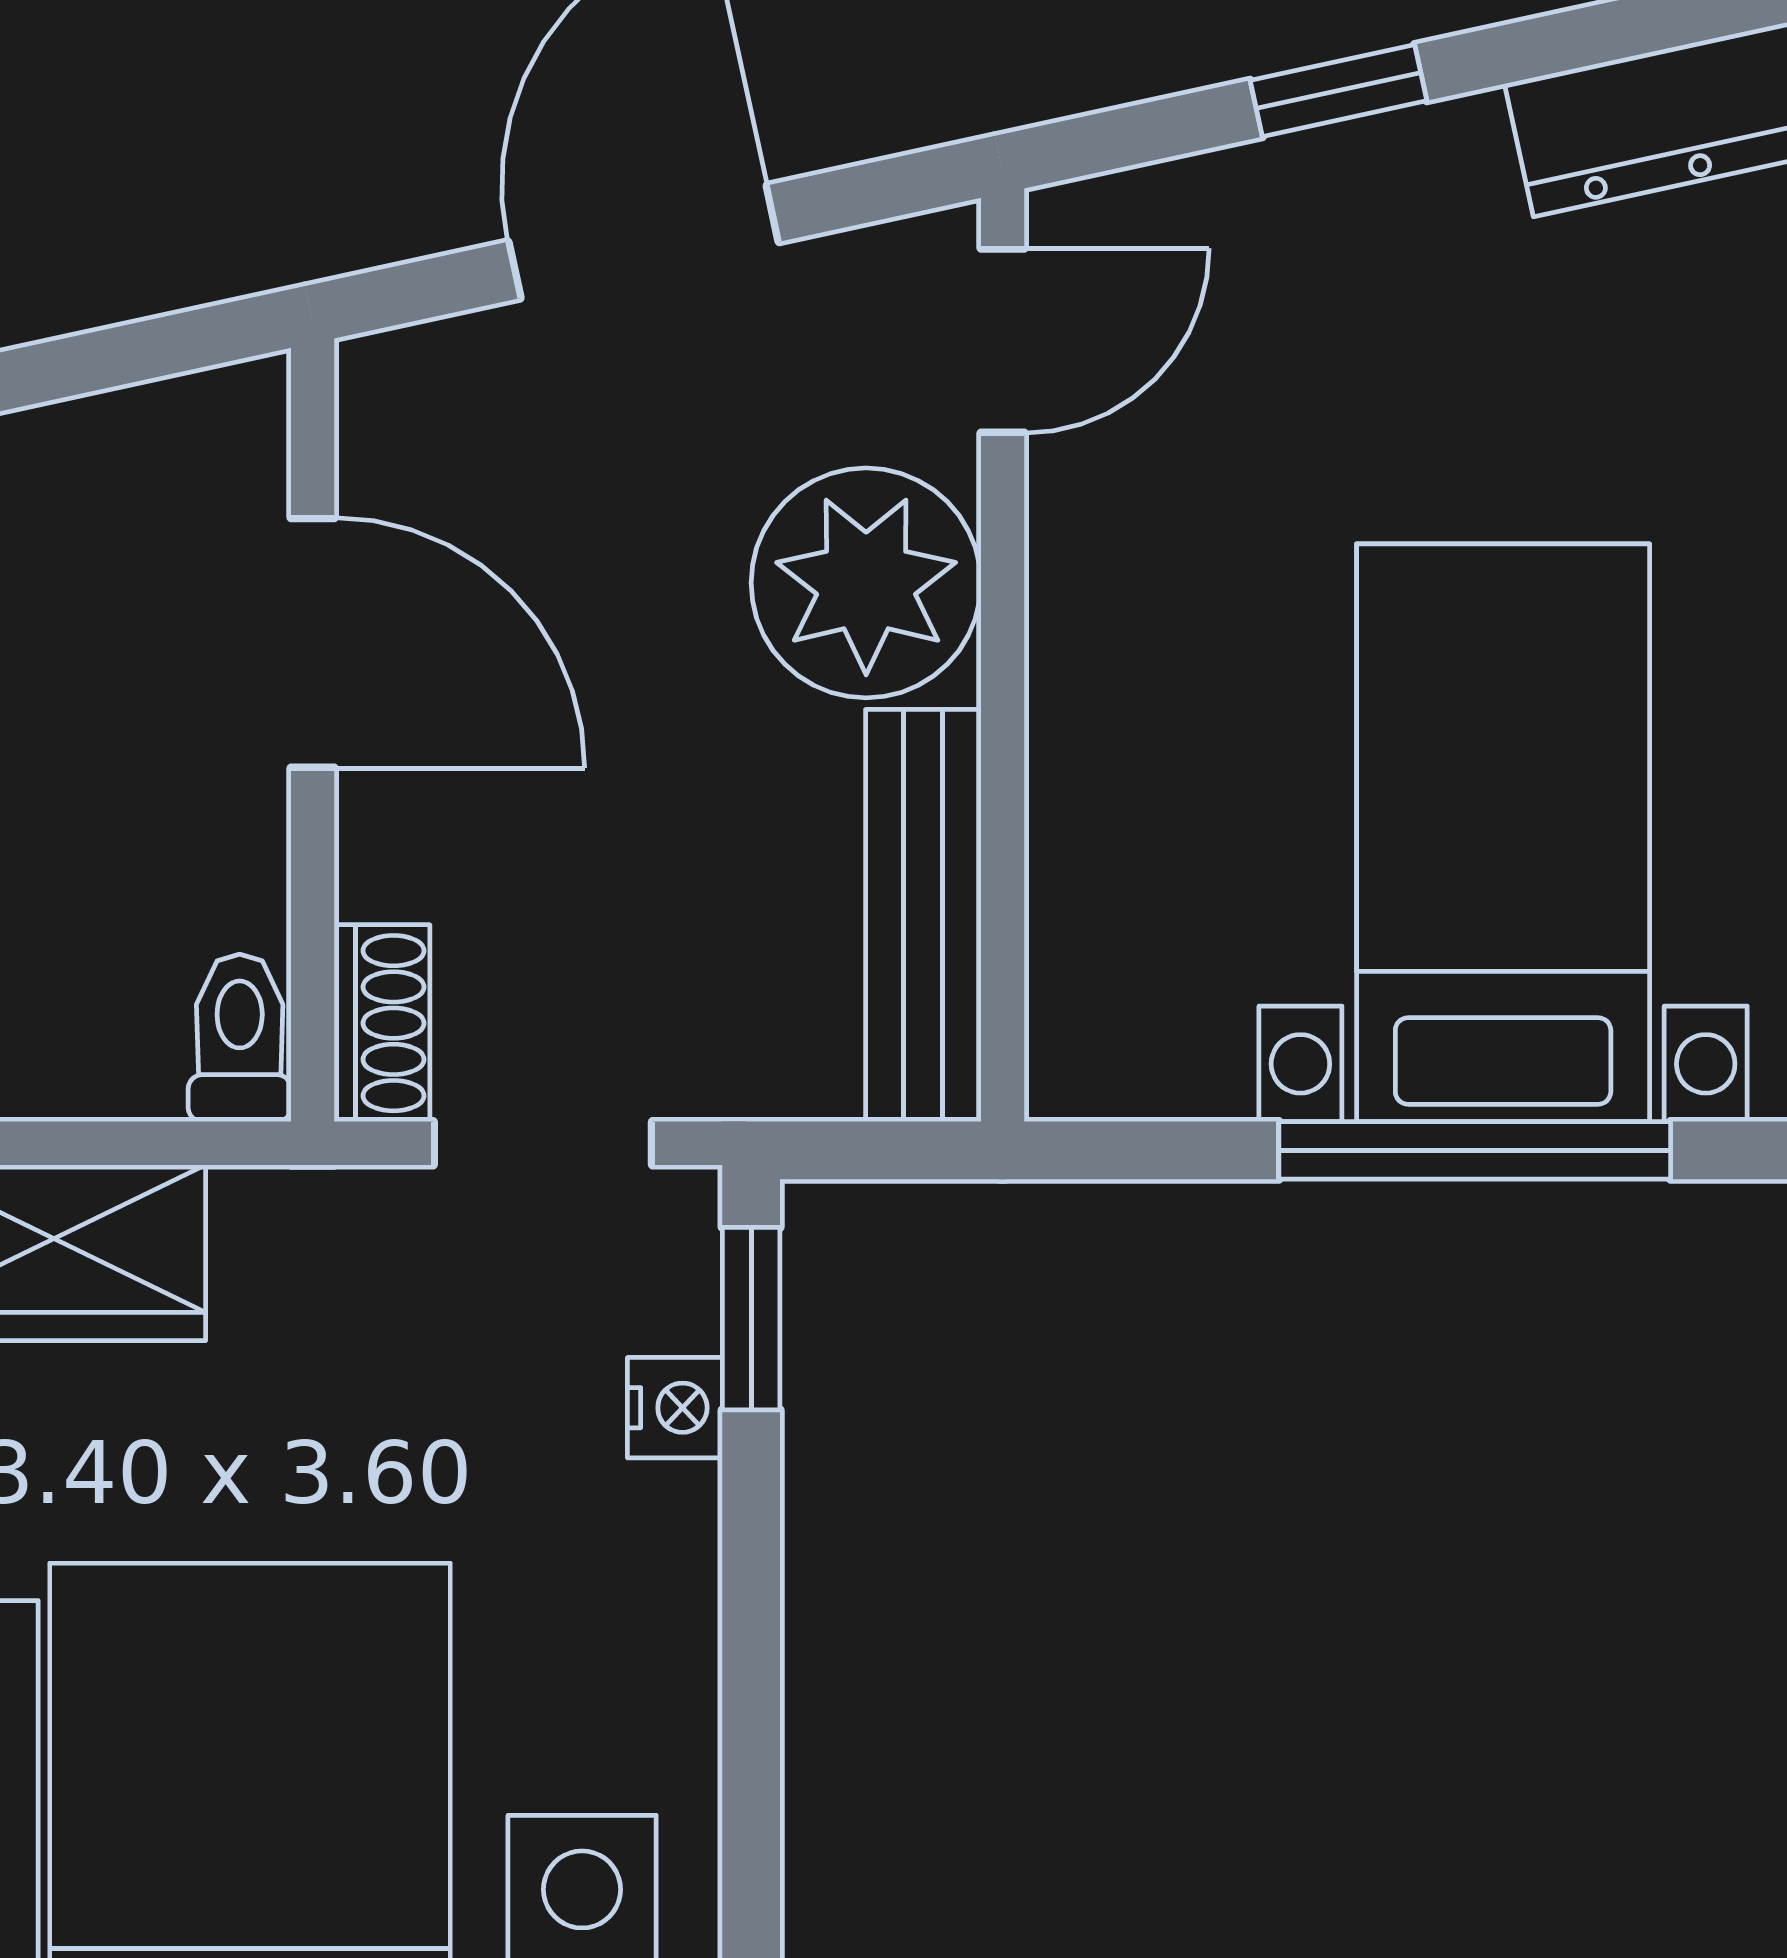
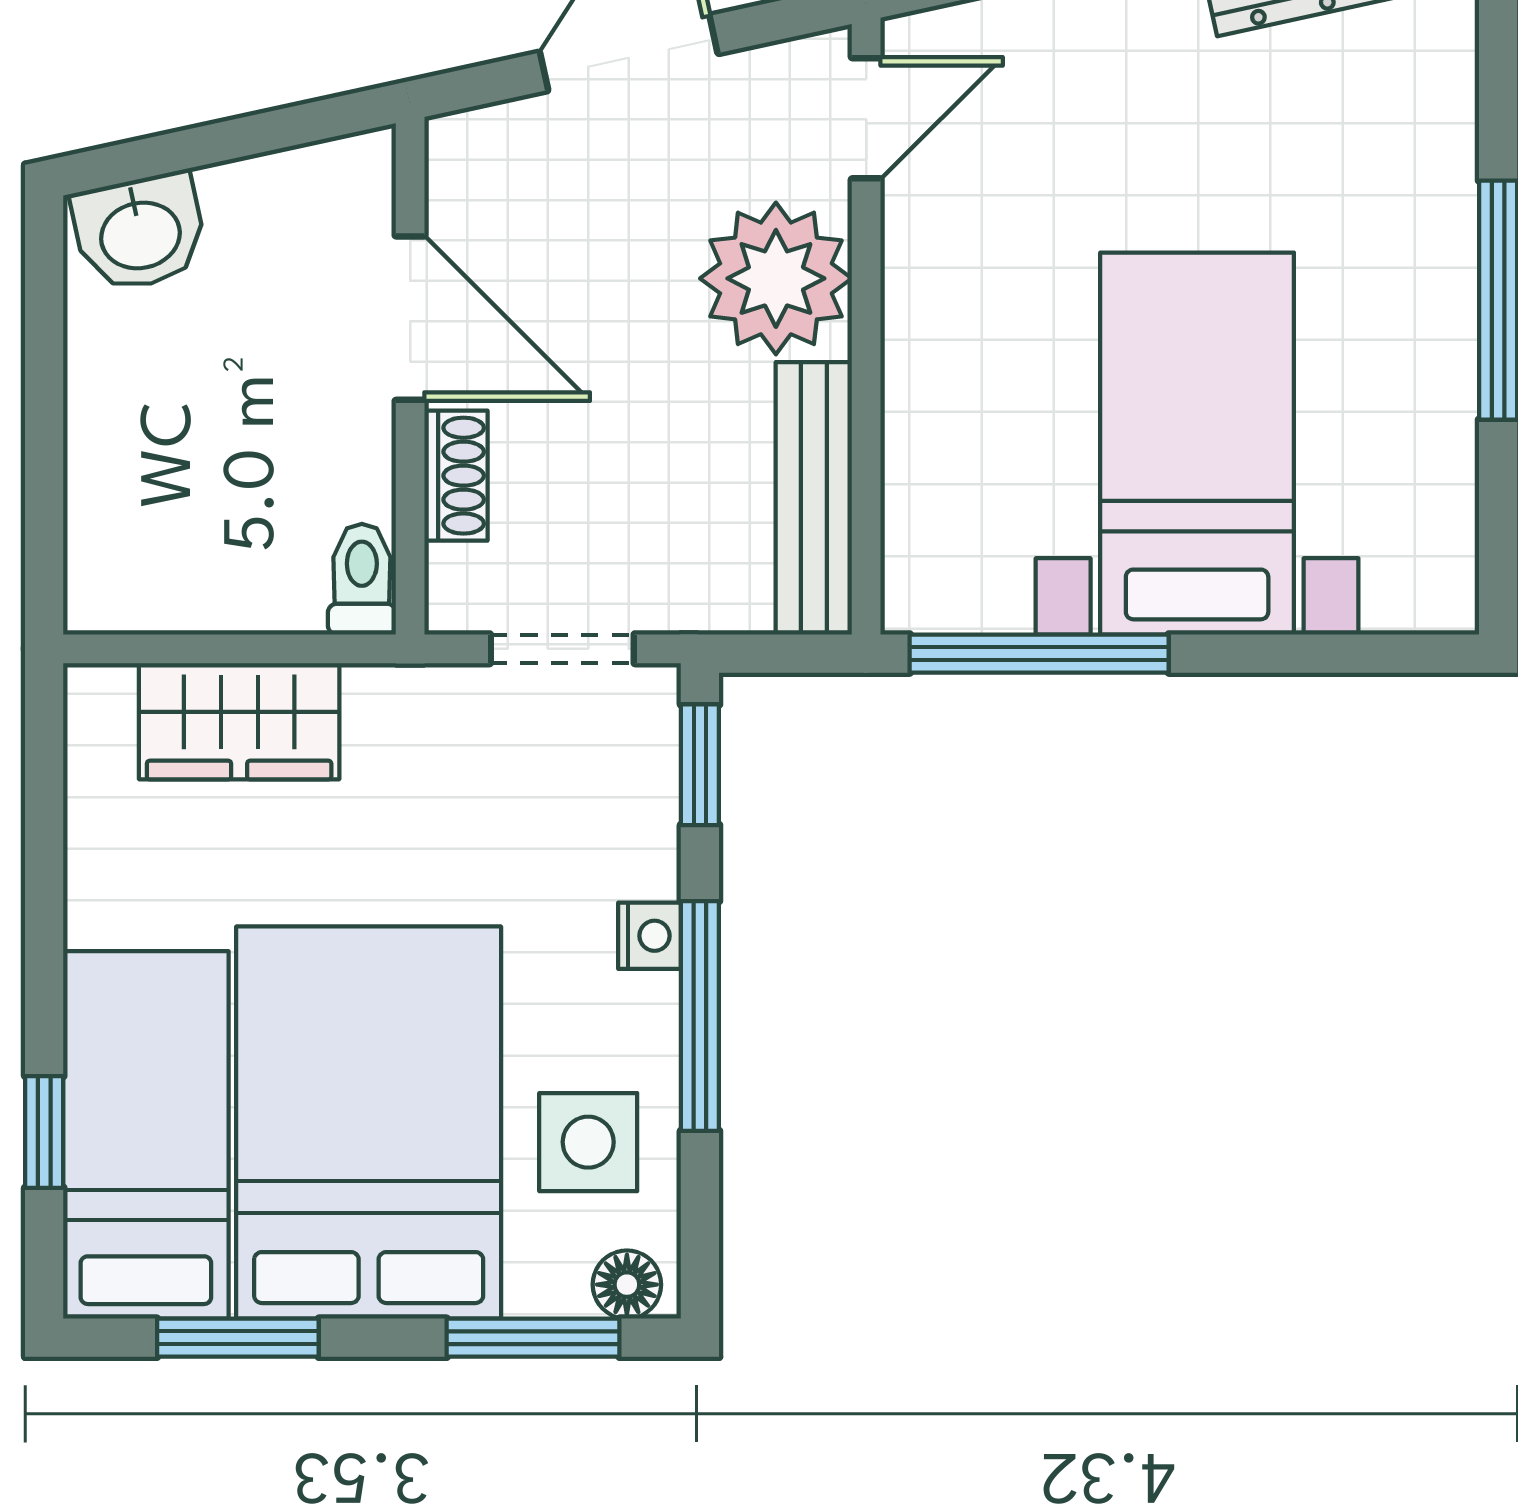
shoe rack: (382, 1023) -> (456, 476), moved
window: (1475, 1150) -> (1039, 654), moved
nightstand: (675, 1408) -> (650, 936), moved
window: (751, 1699) -> (700, 1016), added

